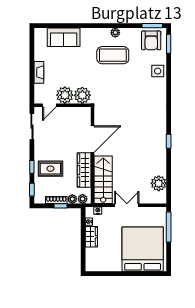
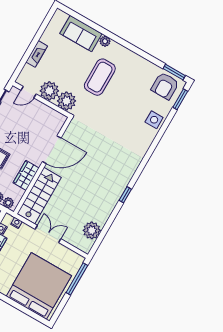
plant: (115, 33) -> (105, 41), moved
coffee table: (113, 55) -> (100, 77), moved, turned 90
wardrobe: (84, 170) -> (26, 175), width x0.67

